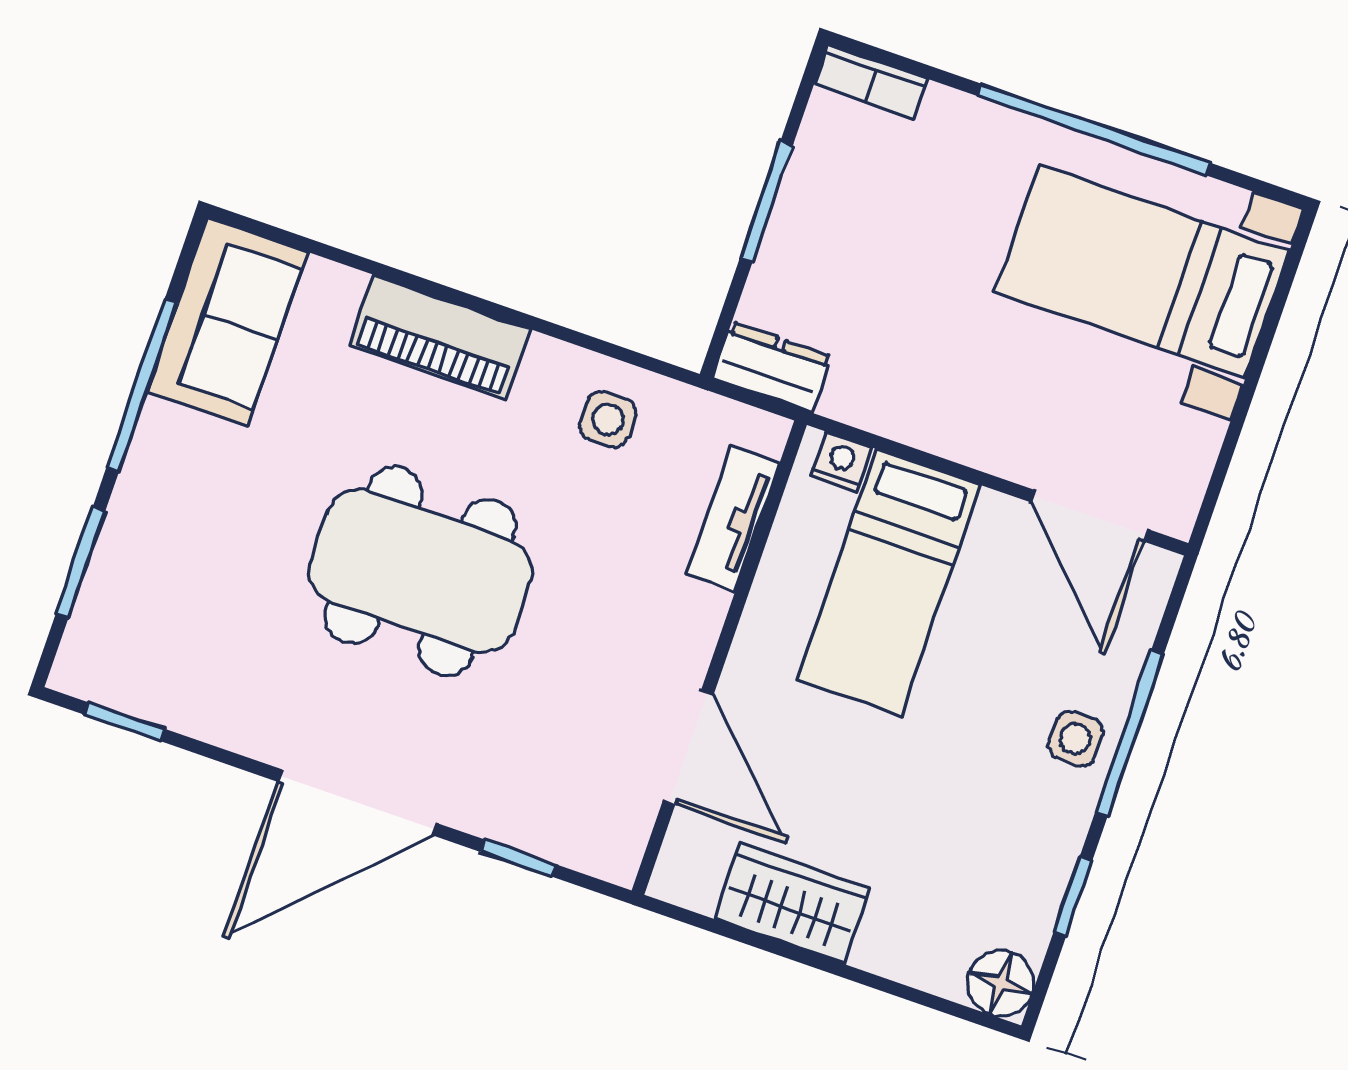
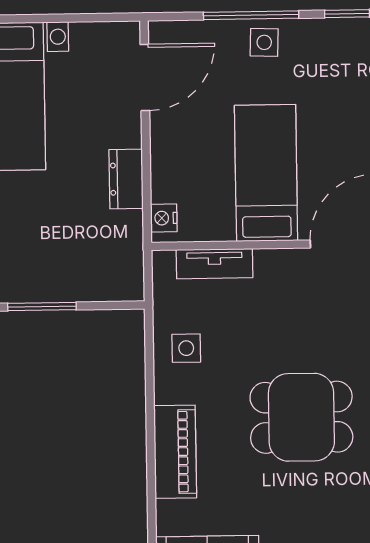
dresser: (772, 367) -> (126, 179), moved
dining table: (420, 571) -> (301, 417), width x0.73
bed: (889, 582) -> (266, 173), moved, turned -90

